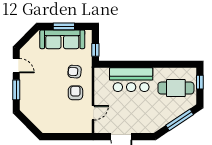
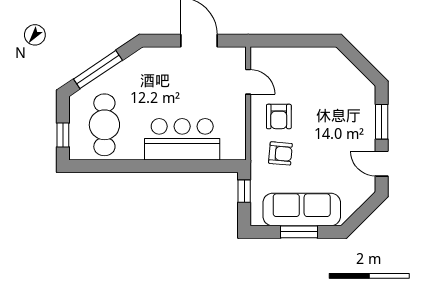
cafe table: (176, 88) -> (104, 125), turned 90
door: (93, 113) -> (248, 82), swing flipped

